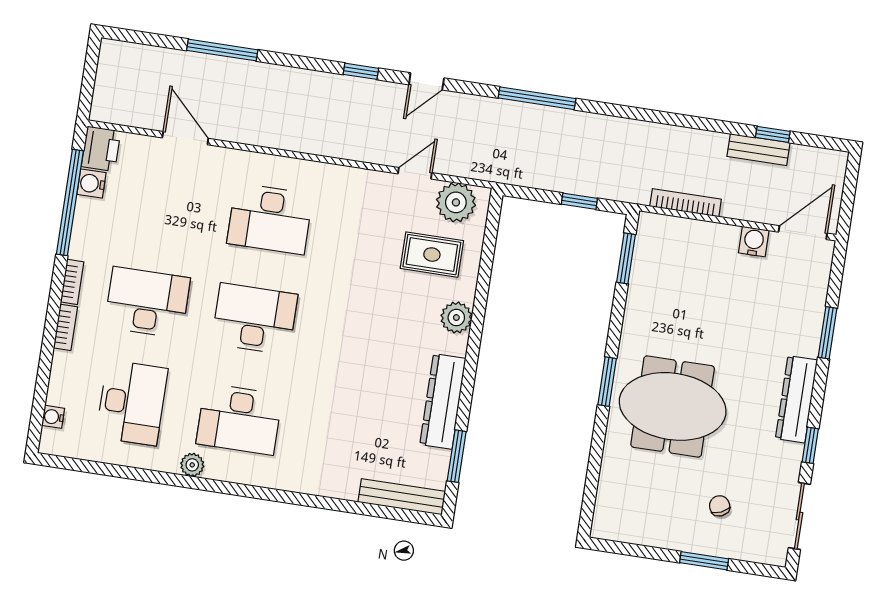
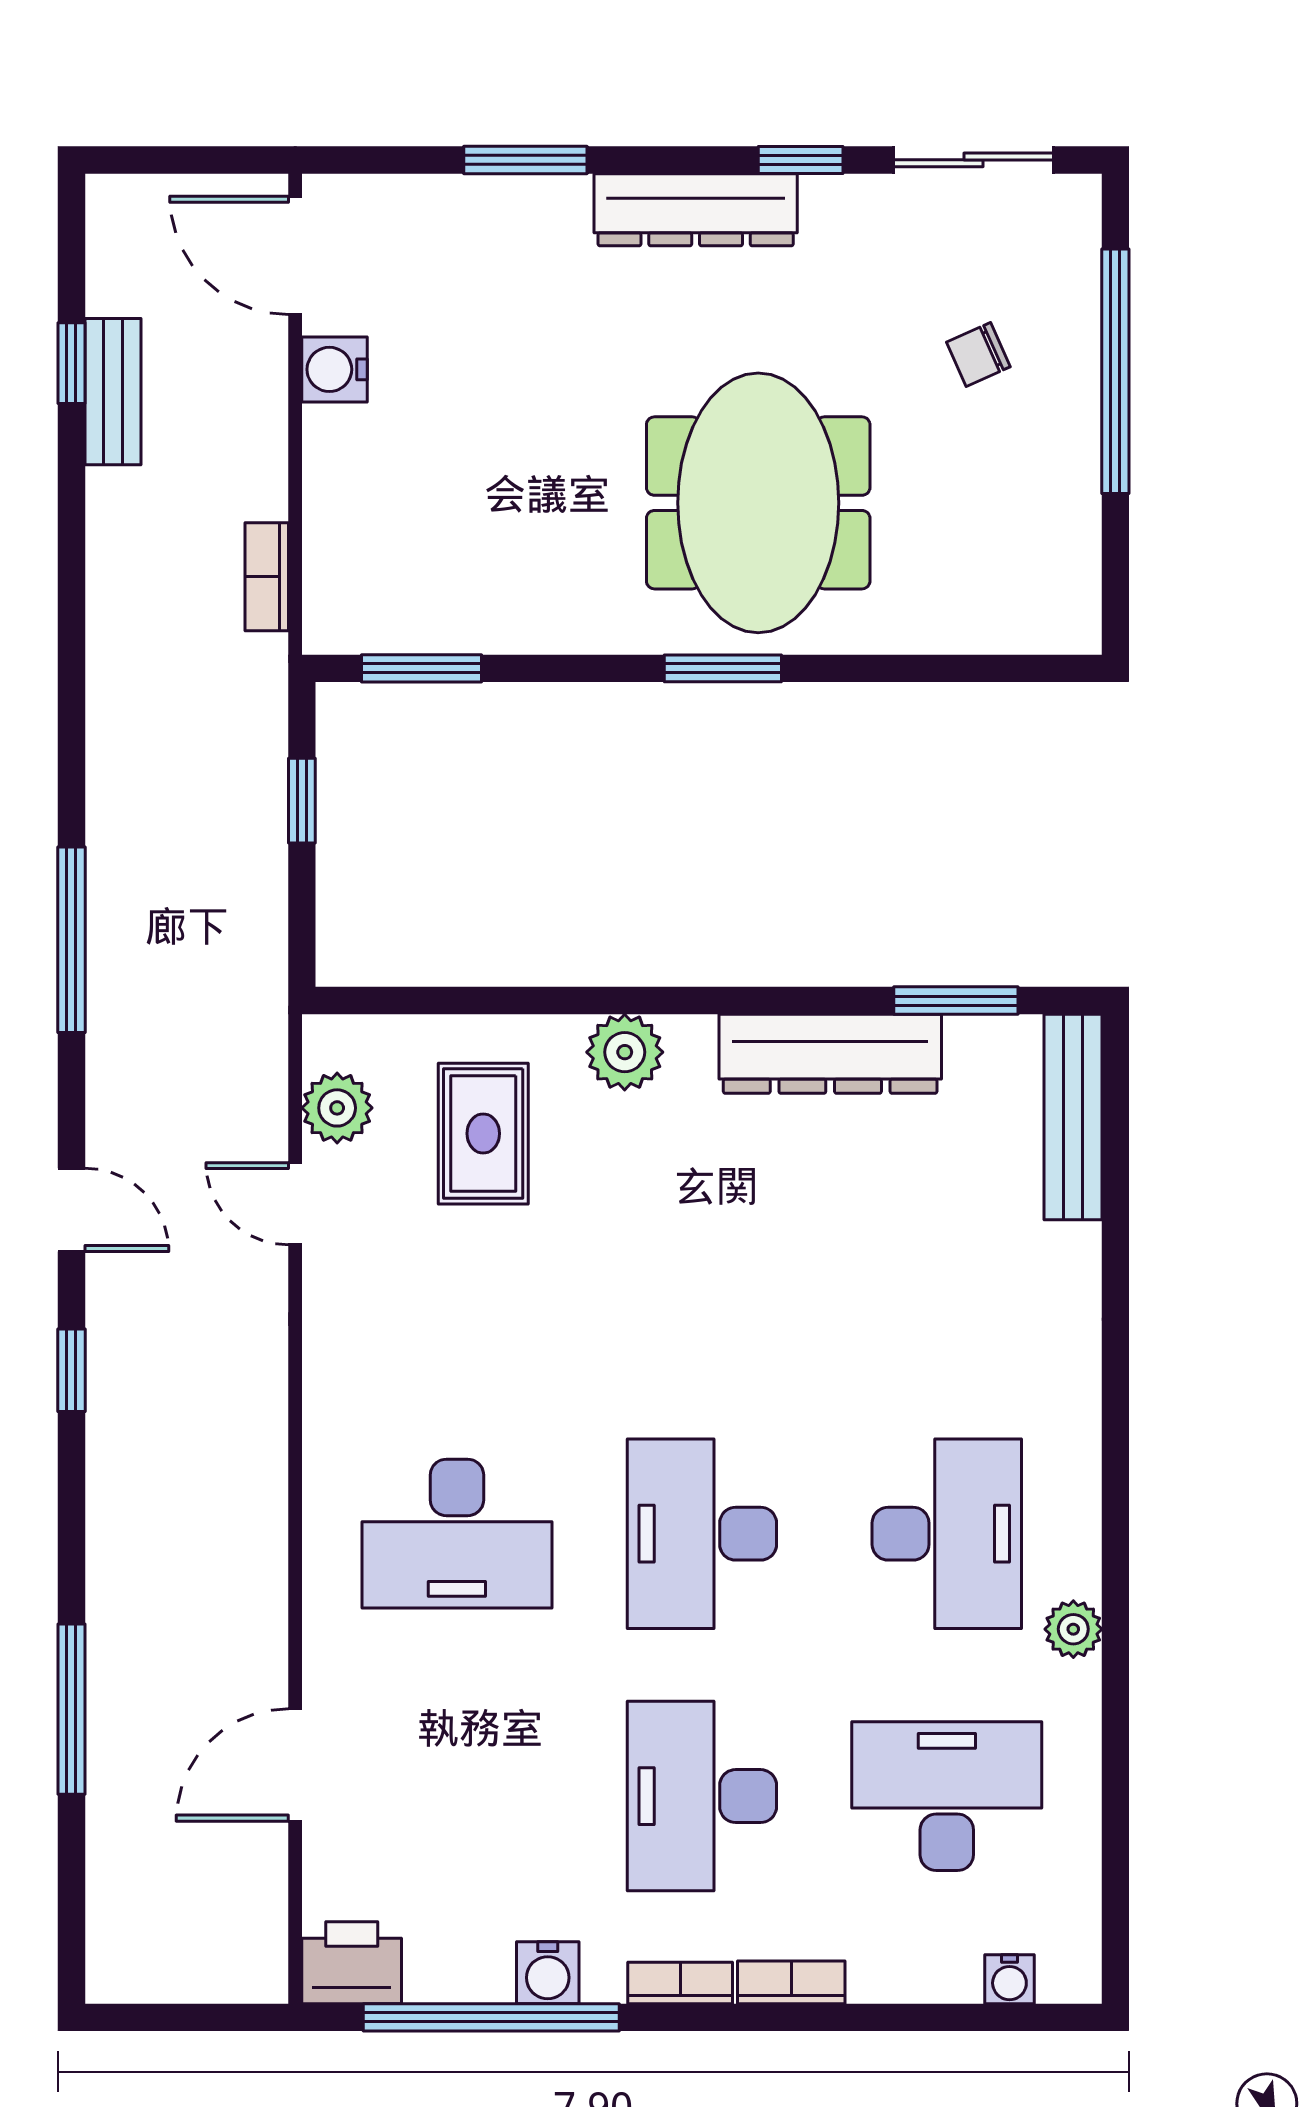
water cooler: (91, 183) -> (548, 1973), moved
plant: (456, 202) -> (337, 1108), width x0.73, depth x0.73
bookcase: (686, 203) -> (267, 577), width x0.64
desk: (270, 219) -> (457, 1534), turned 90
window: (704, 561) -> (1115, 371), width x2.11

